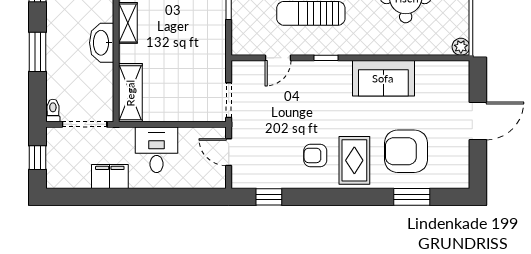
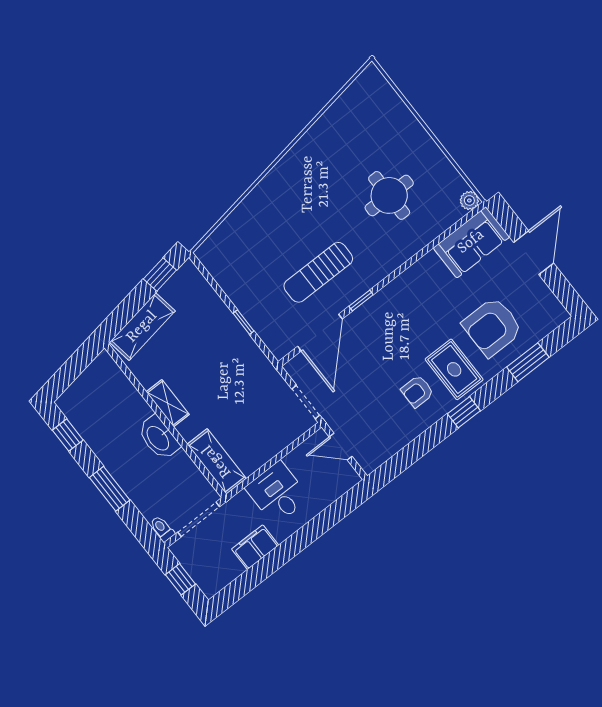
door: (278, 58) -> (320, 333), width x1.87
sofa: (383, 78) -> (471, 242), moved
window: (269, 197) -> (464, 412), moved

